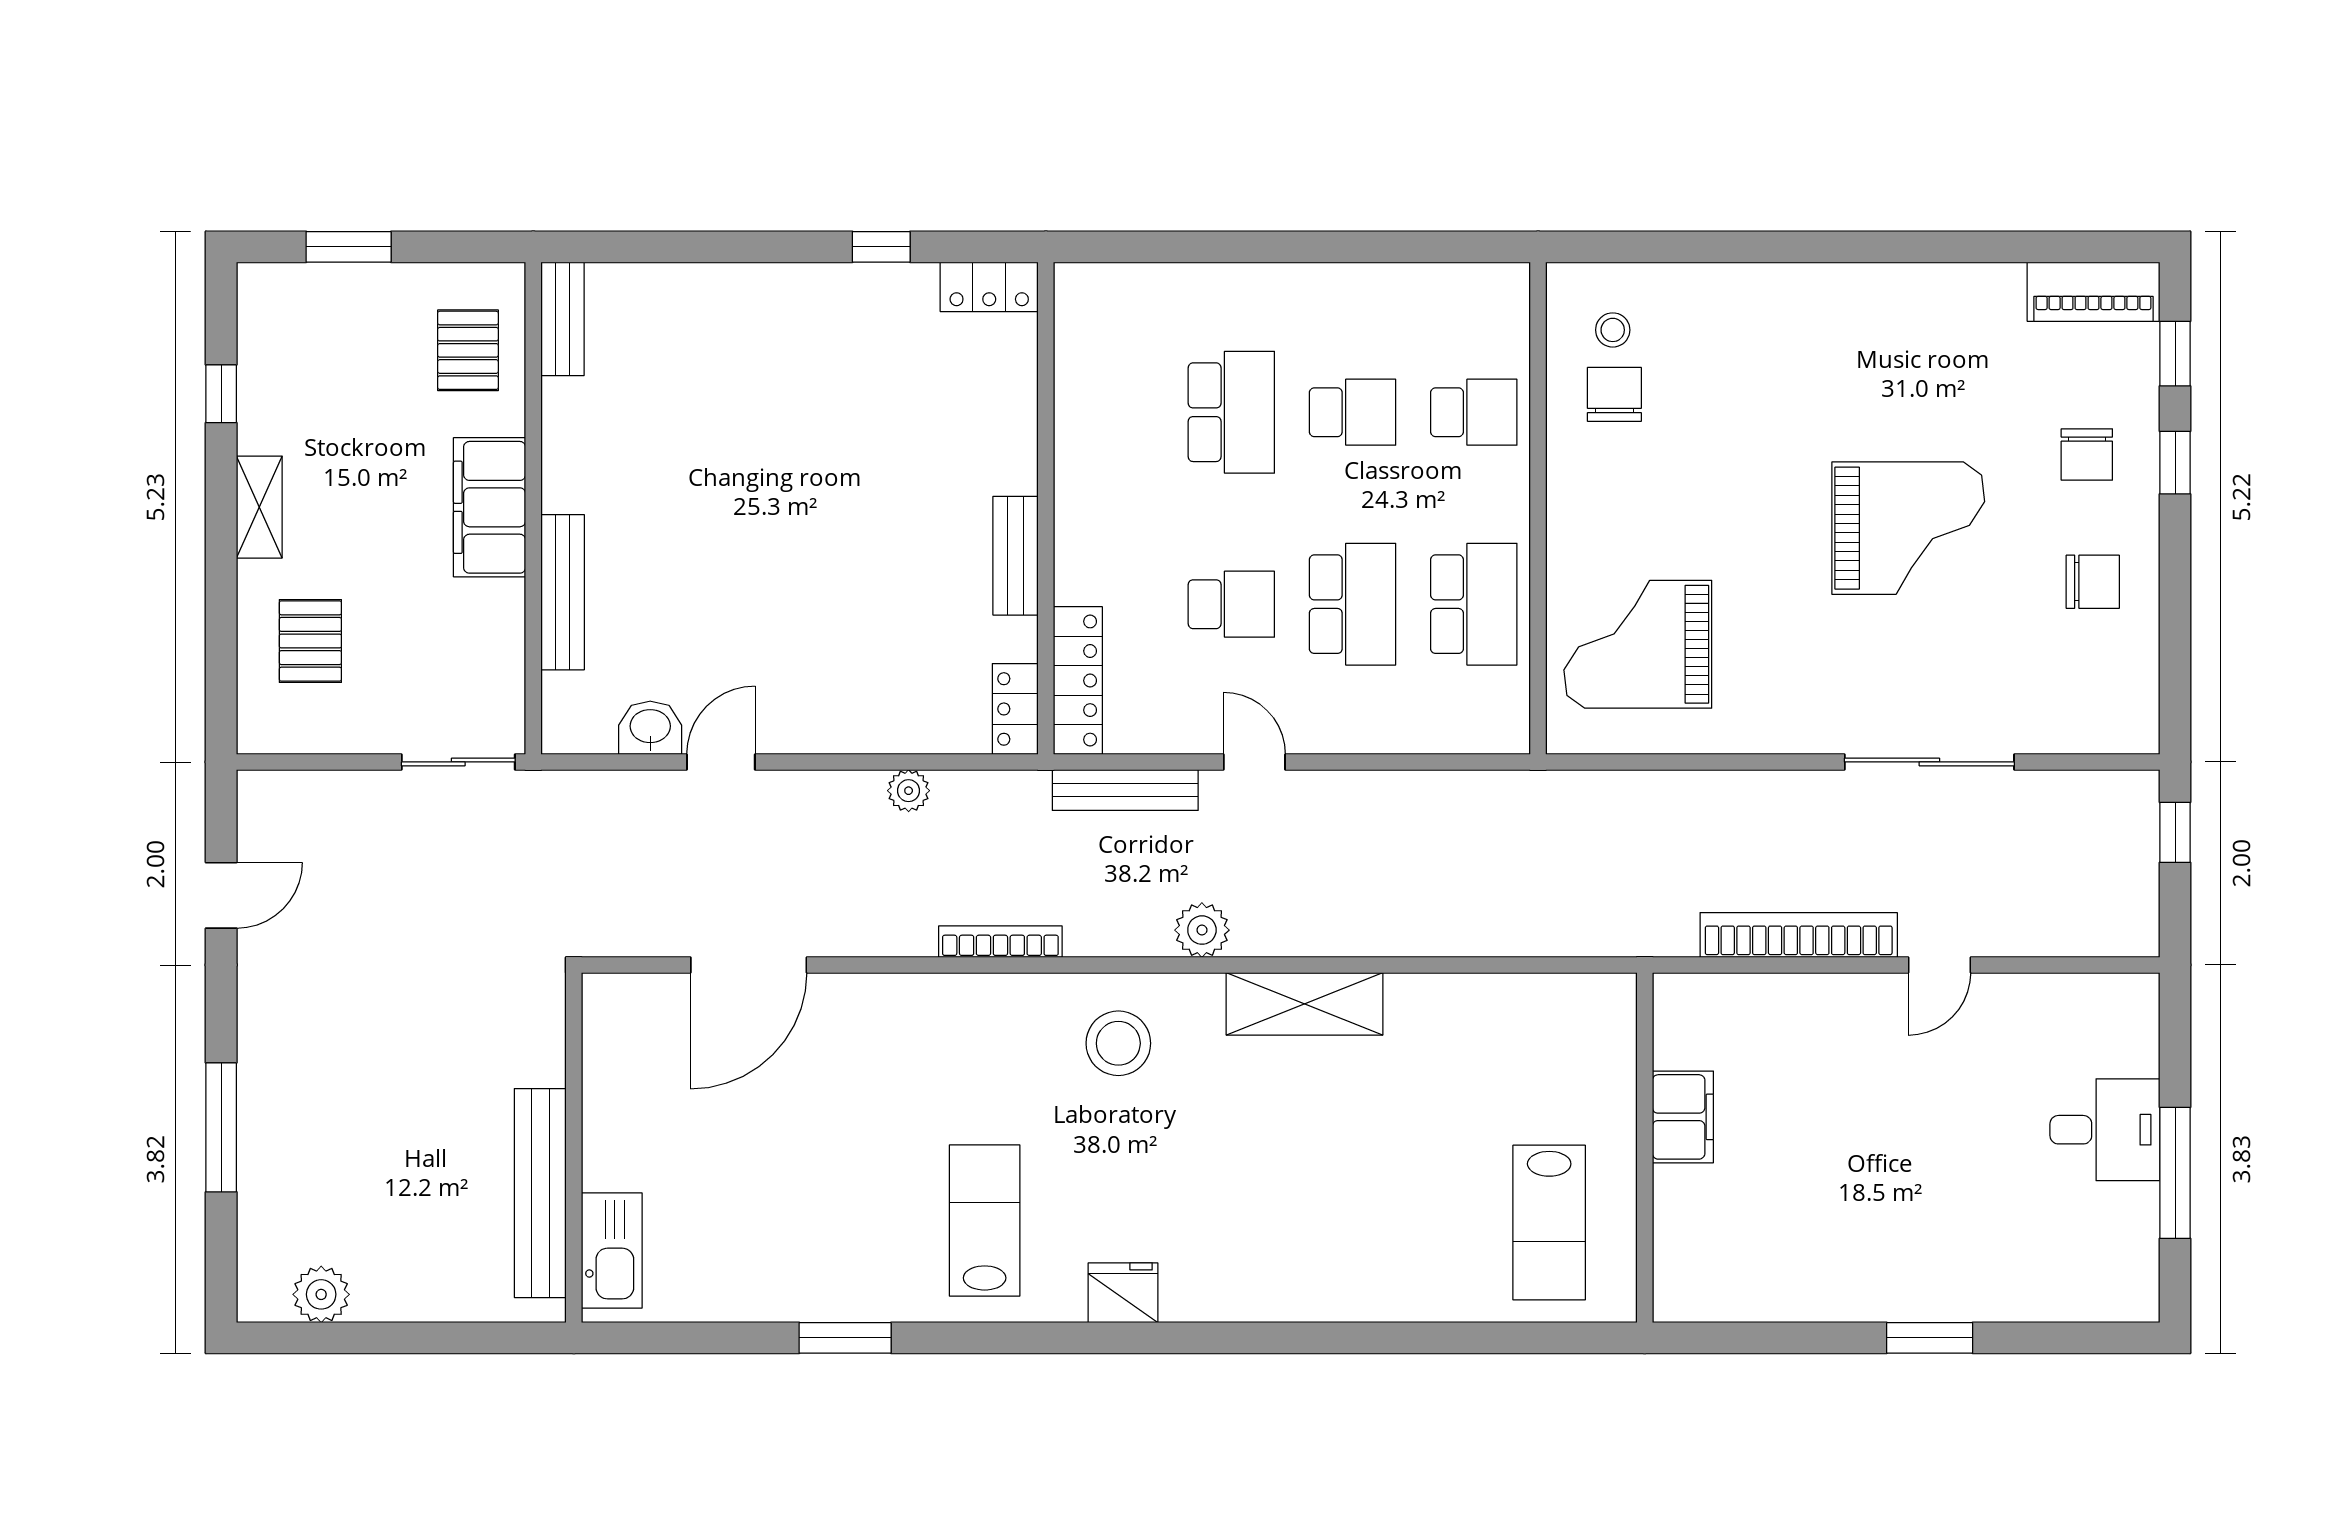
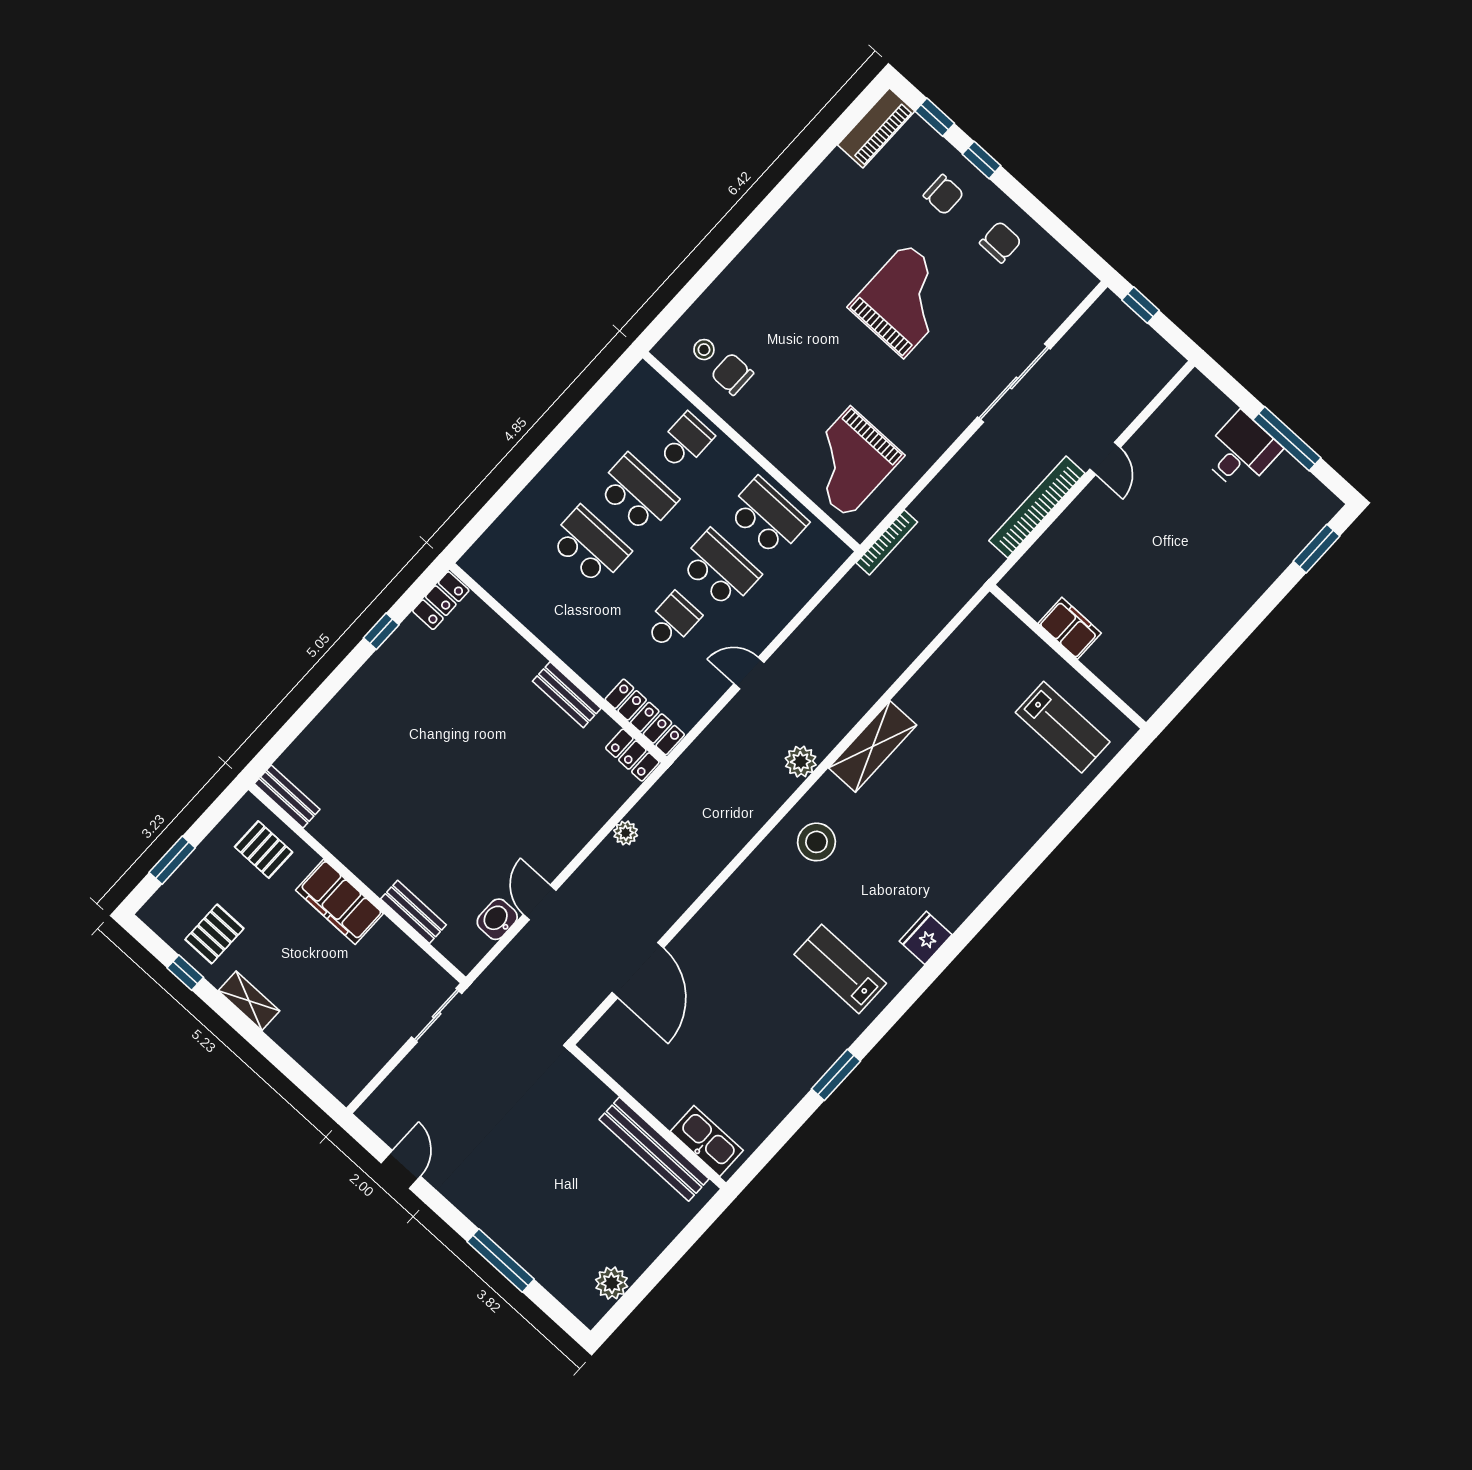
school desk: (1353, 412) -> (637, 494), width x1.85
bench: (563, 592) -> (413, 912), width x0.73
pallet: (310, 641) -> (214, 934), moved, turned 90
bench: (1125, 790) -> (710, 740), removed
bookcase: (1000, 942) -> (887, 542), moved, turned 180
window: (1930, 1338) -> (1317, 549), moved

